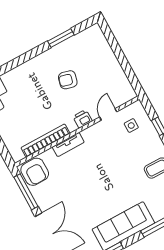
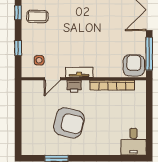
armchair: (68, 80) -> (69, 123), width x1.88, depth x1.88
tv unit: (68, 145) -> (79, 72), moved

